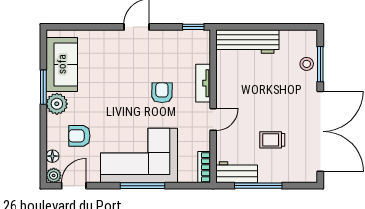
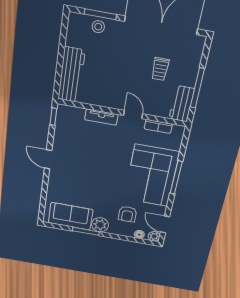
armchair: (162, 93) -> (104, 150), removed
bookcase: (204, 167) -> (158, 126), moved

